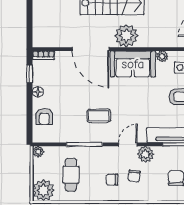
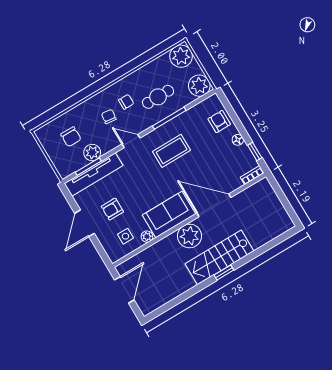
coffee table: (99, 116) -> (172, 151), width x1.36, depth x1.30
door: (128, 144) -> (131, 141), swing flipped
plant: (38, 152) -> (199, 86), width x1.88, depth x1.88
plant: (146, 154) -> (92, 153), moved
cafe table: (71, 175) -> (158, 97), moved, turned 90

